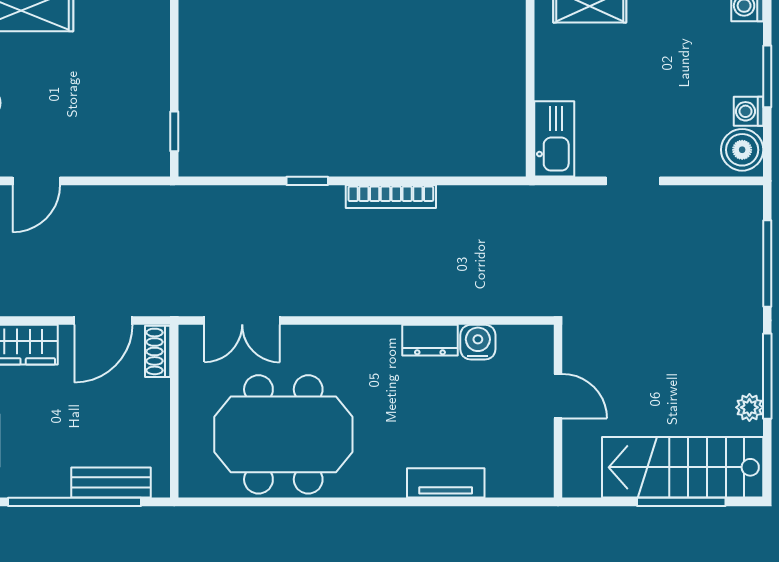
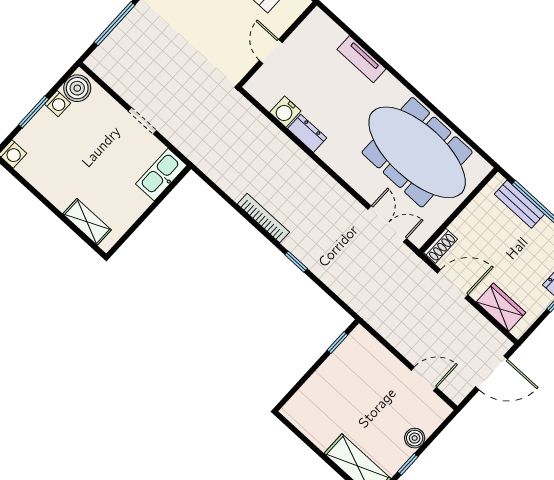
meeting table: (283, 434) -> (417, 152), width x1.36

